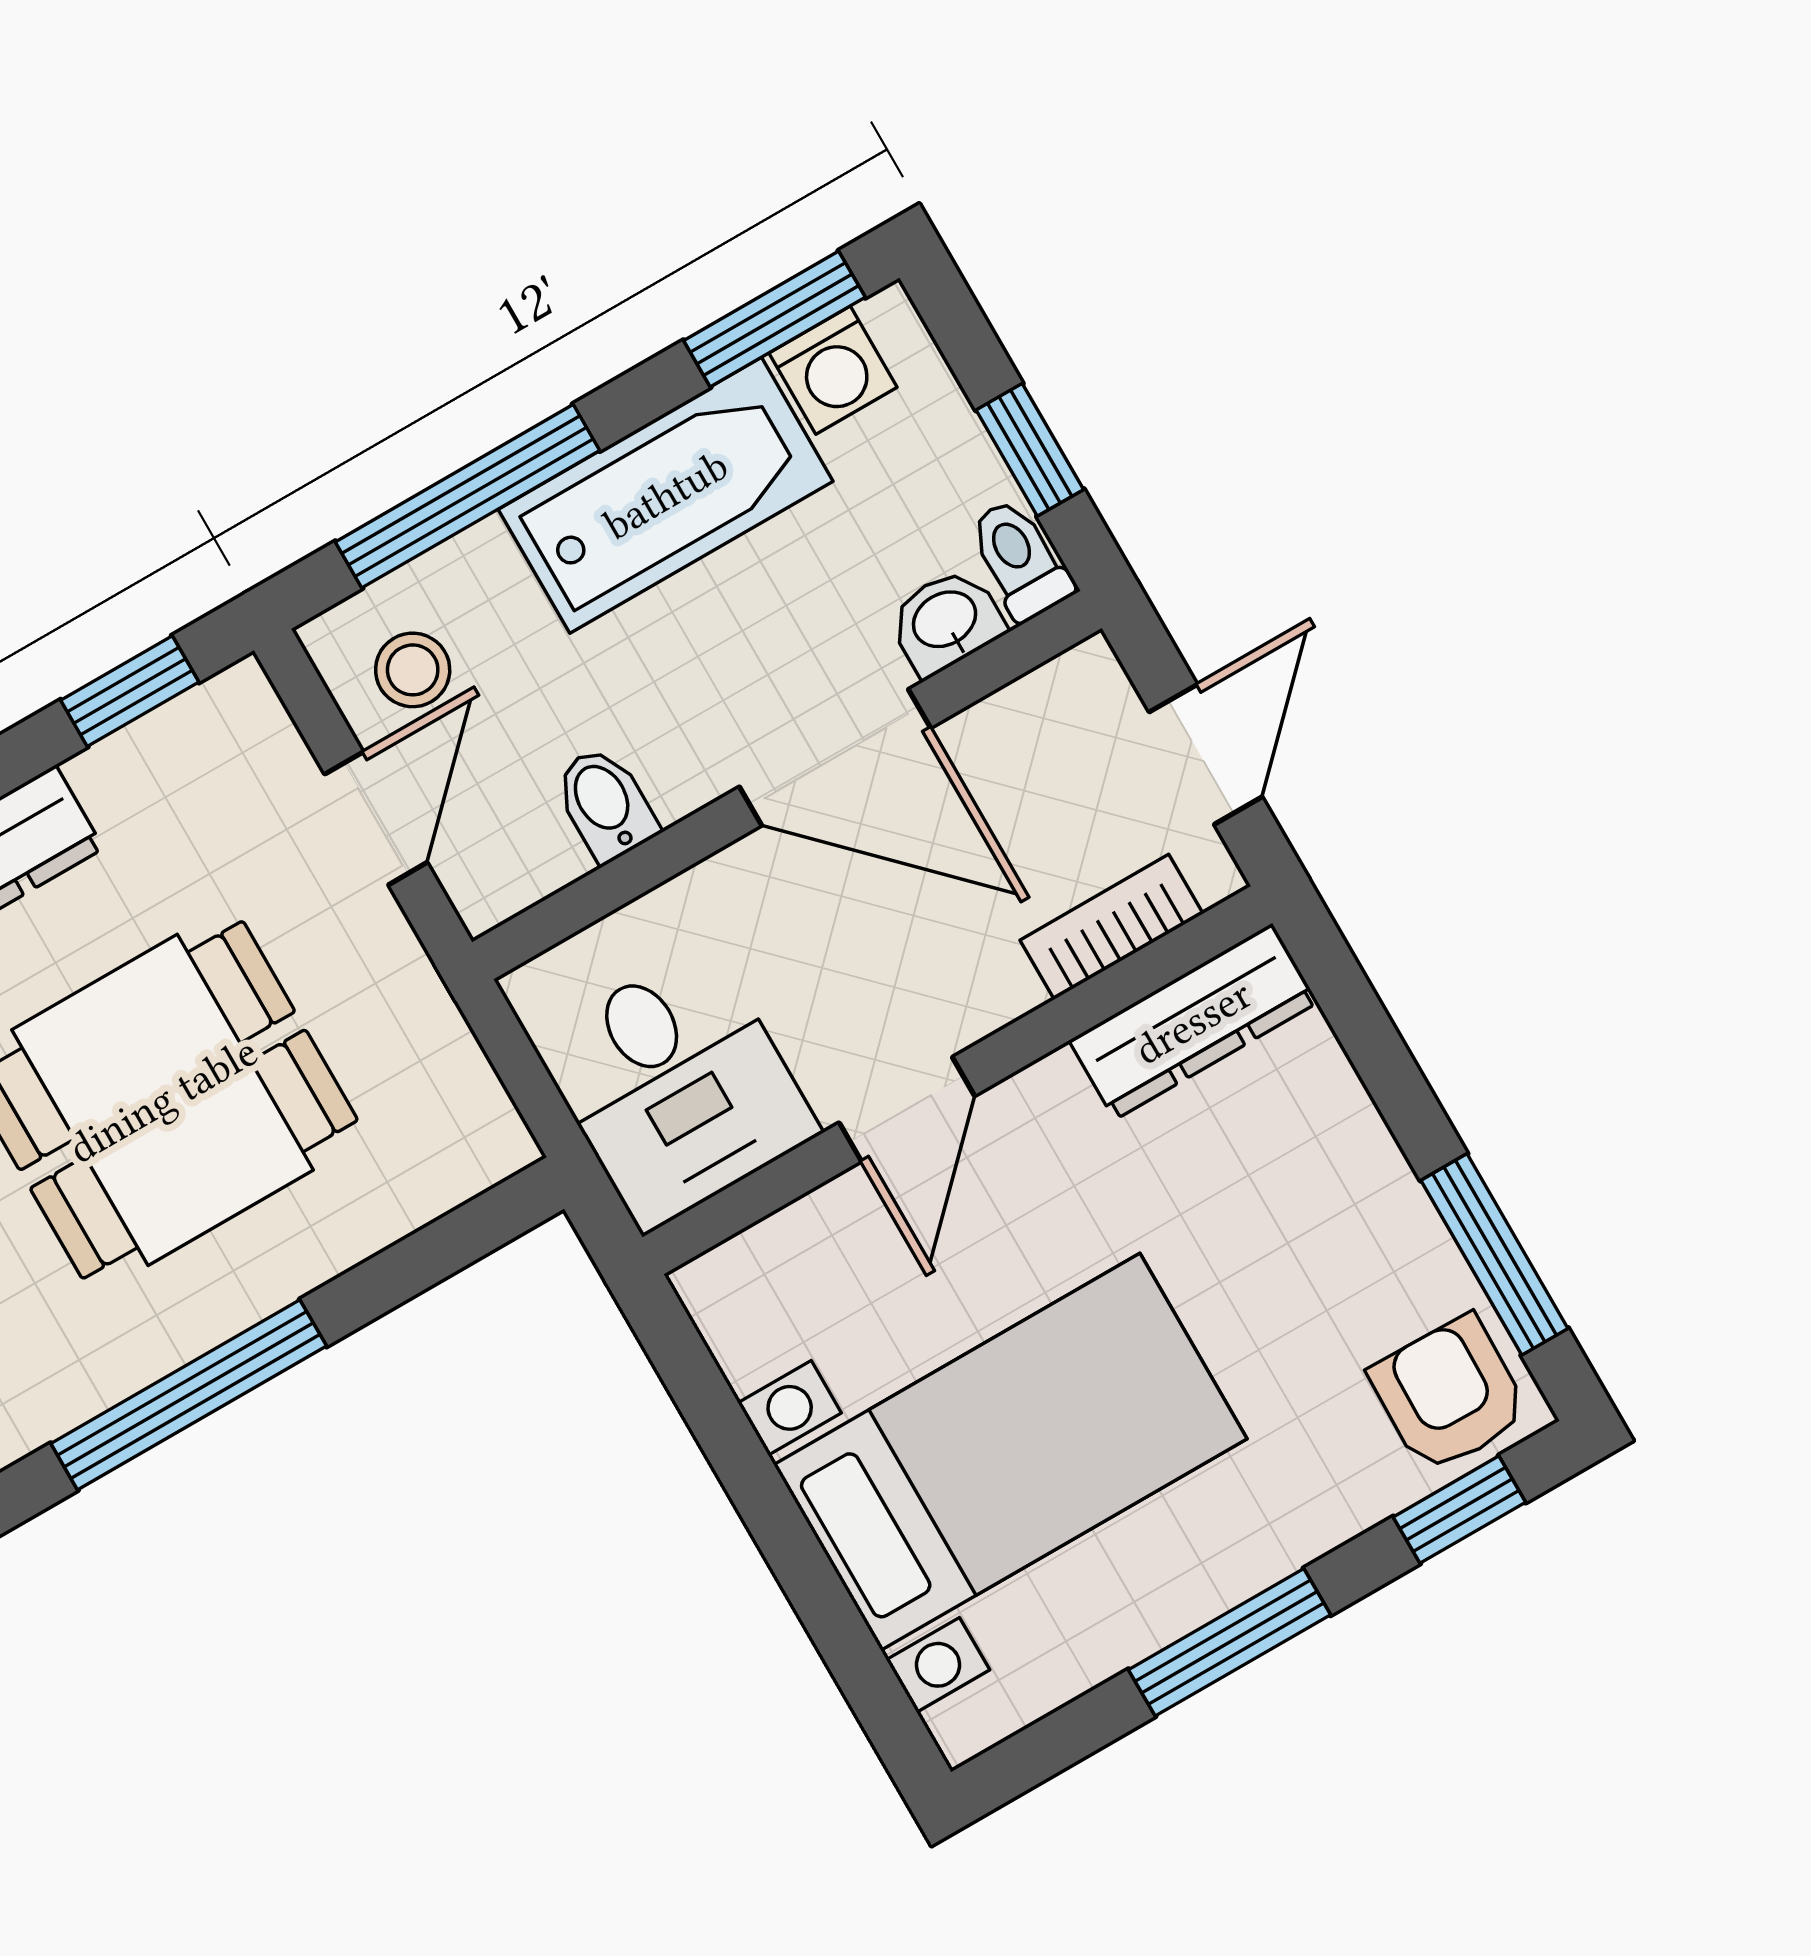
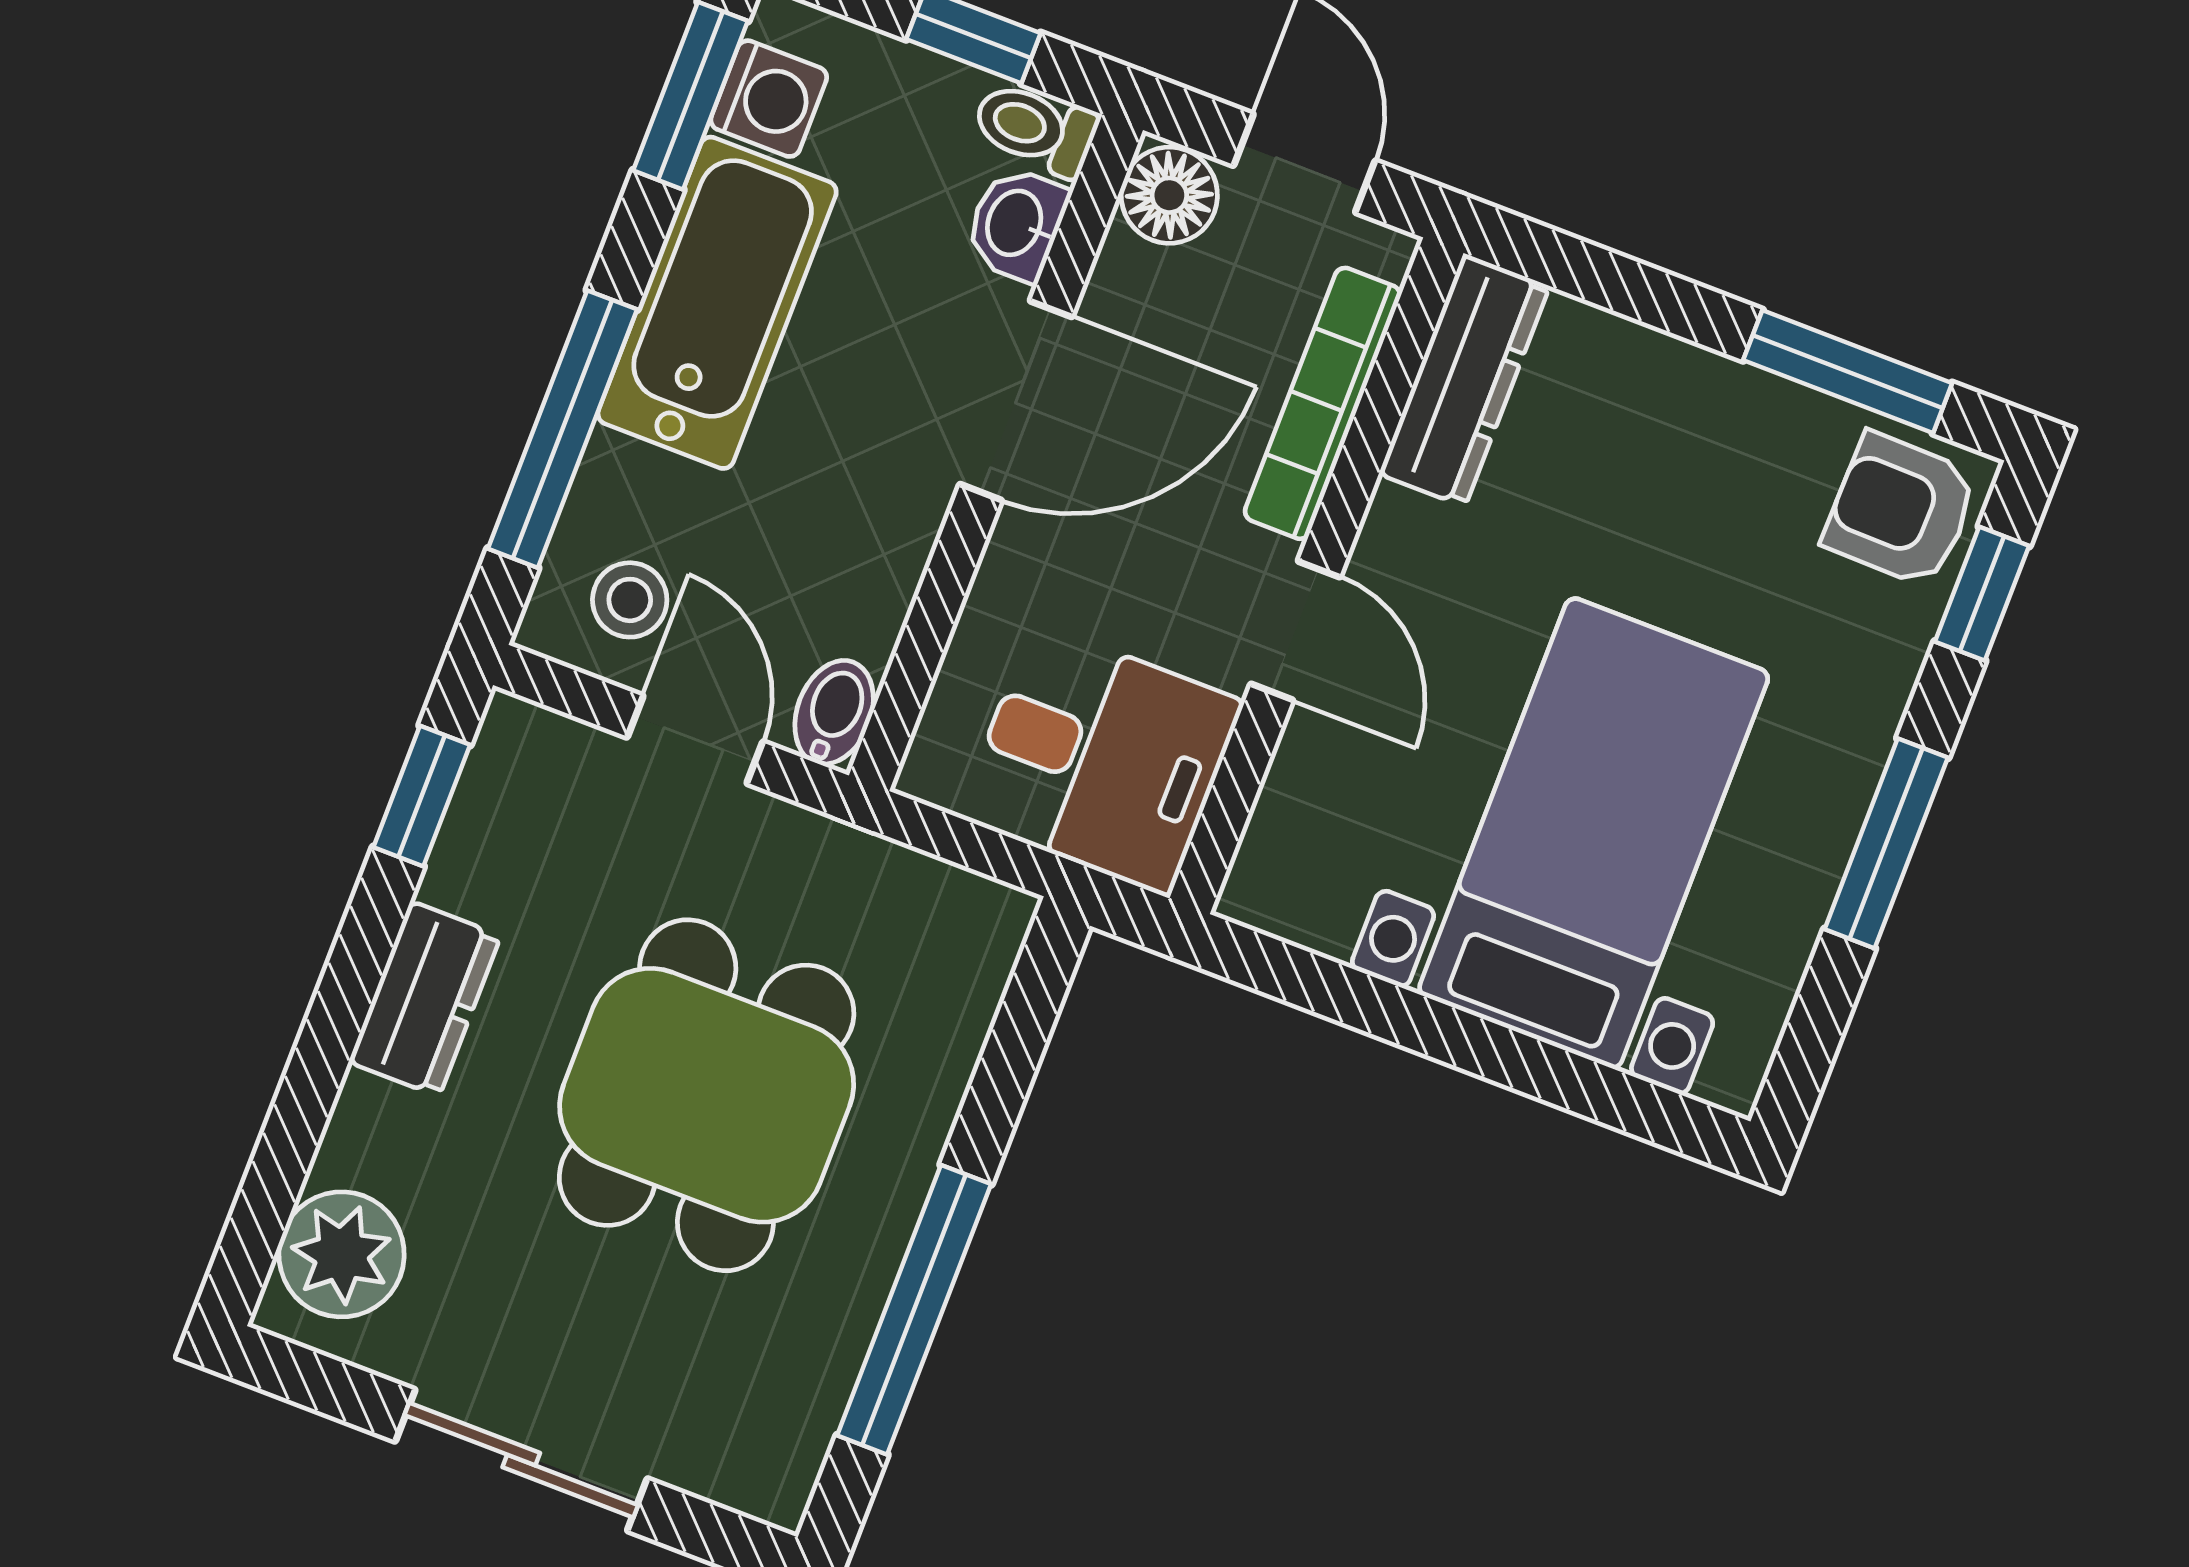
floor lamp: (1081, 695) -> (1169, 195), added
bidet: (605, 804) -> (834, 712), moved, turned 90
bookcase: (1112, 927) -> (1323, 403), width x1.56

